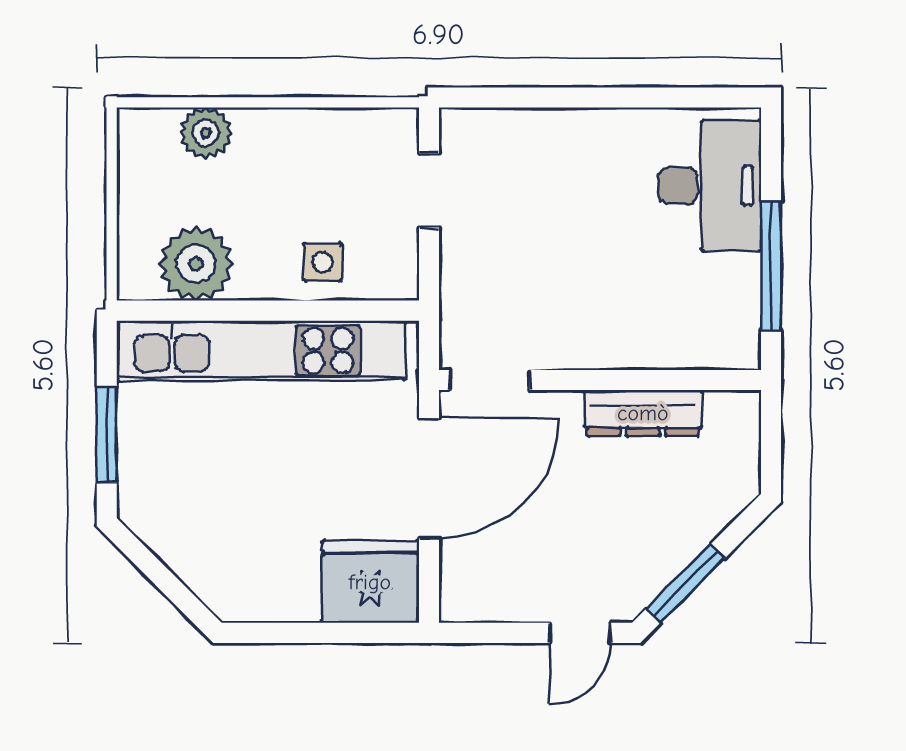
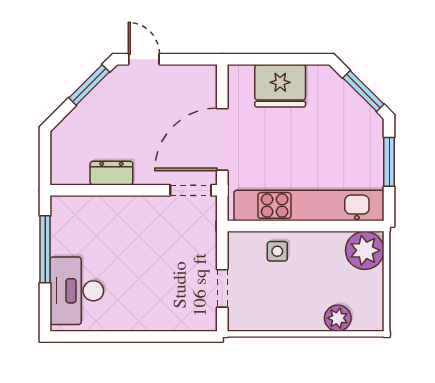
plant: (196, 264) -> (365, 250), moved
dresser: (643, 413) -> (111, 173), width x0.70
window: (156, 572) -> (363, 91), added
fridge: (370, 582) -> (280, 86), moved
door: (580, 633) -> (144, 59), hinge flipped

